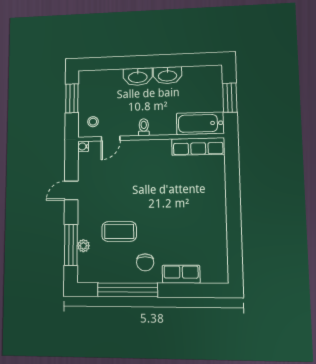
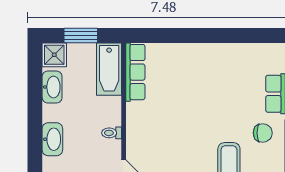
washbasin: (167, 75) -> (52, 87), moved
shower: (212, 75) -> (54, 55), added

